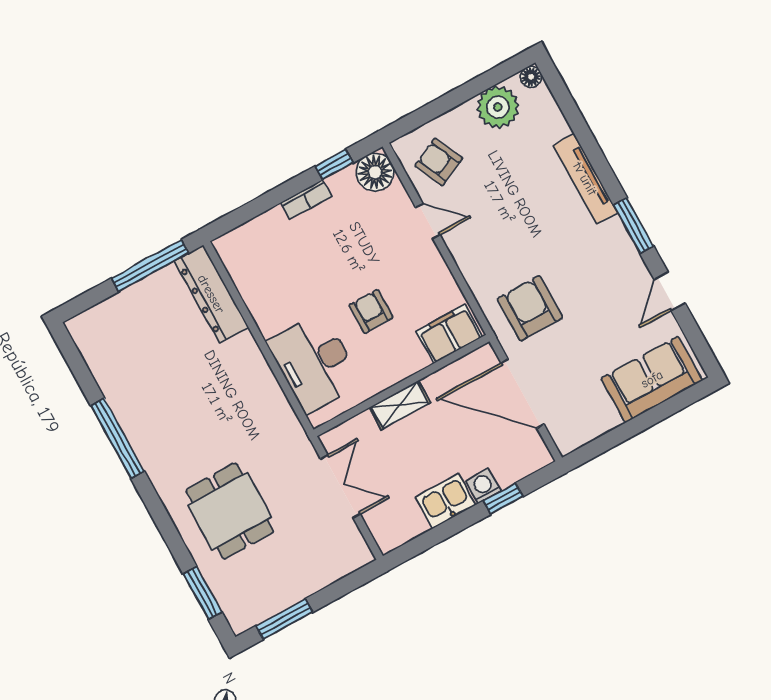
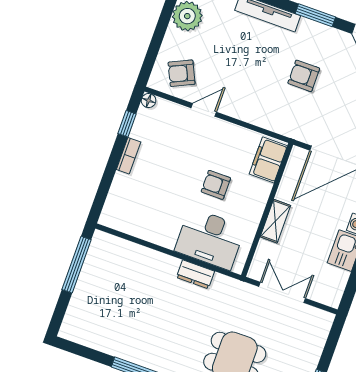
floor lamp: (375, 172) -> (149, 101), width x0.53, depth x0.53
dresser: (211, 294) -> (195, 274), moved, width x0.51, depth x0.80
armchair: (530, 308) -> (304, 76), moved, width x0.72, depth x0.72

